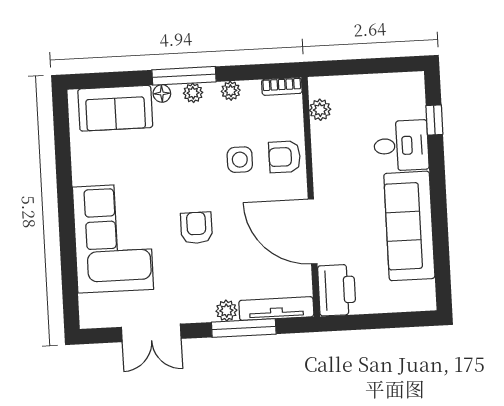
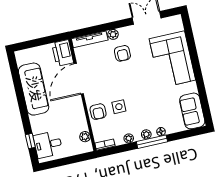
sofa: (115, 108) -> (192, 111), moved, turned -90
desk: (401, 146) -> (48, 144), moved
armchair: (285, 157) -> (98, 112), turned 90
armchair: (196, 228) -> (122, 53), moved
door: (313, 231) -> (79, 79), swing flipped
window: (244, 328) -> (103, 28), removed

